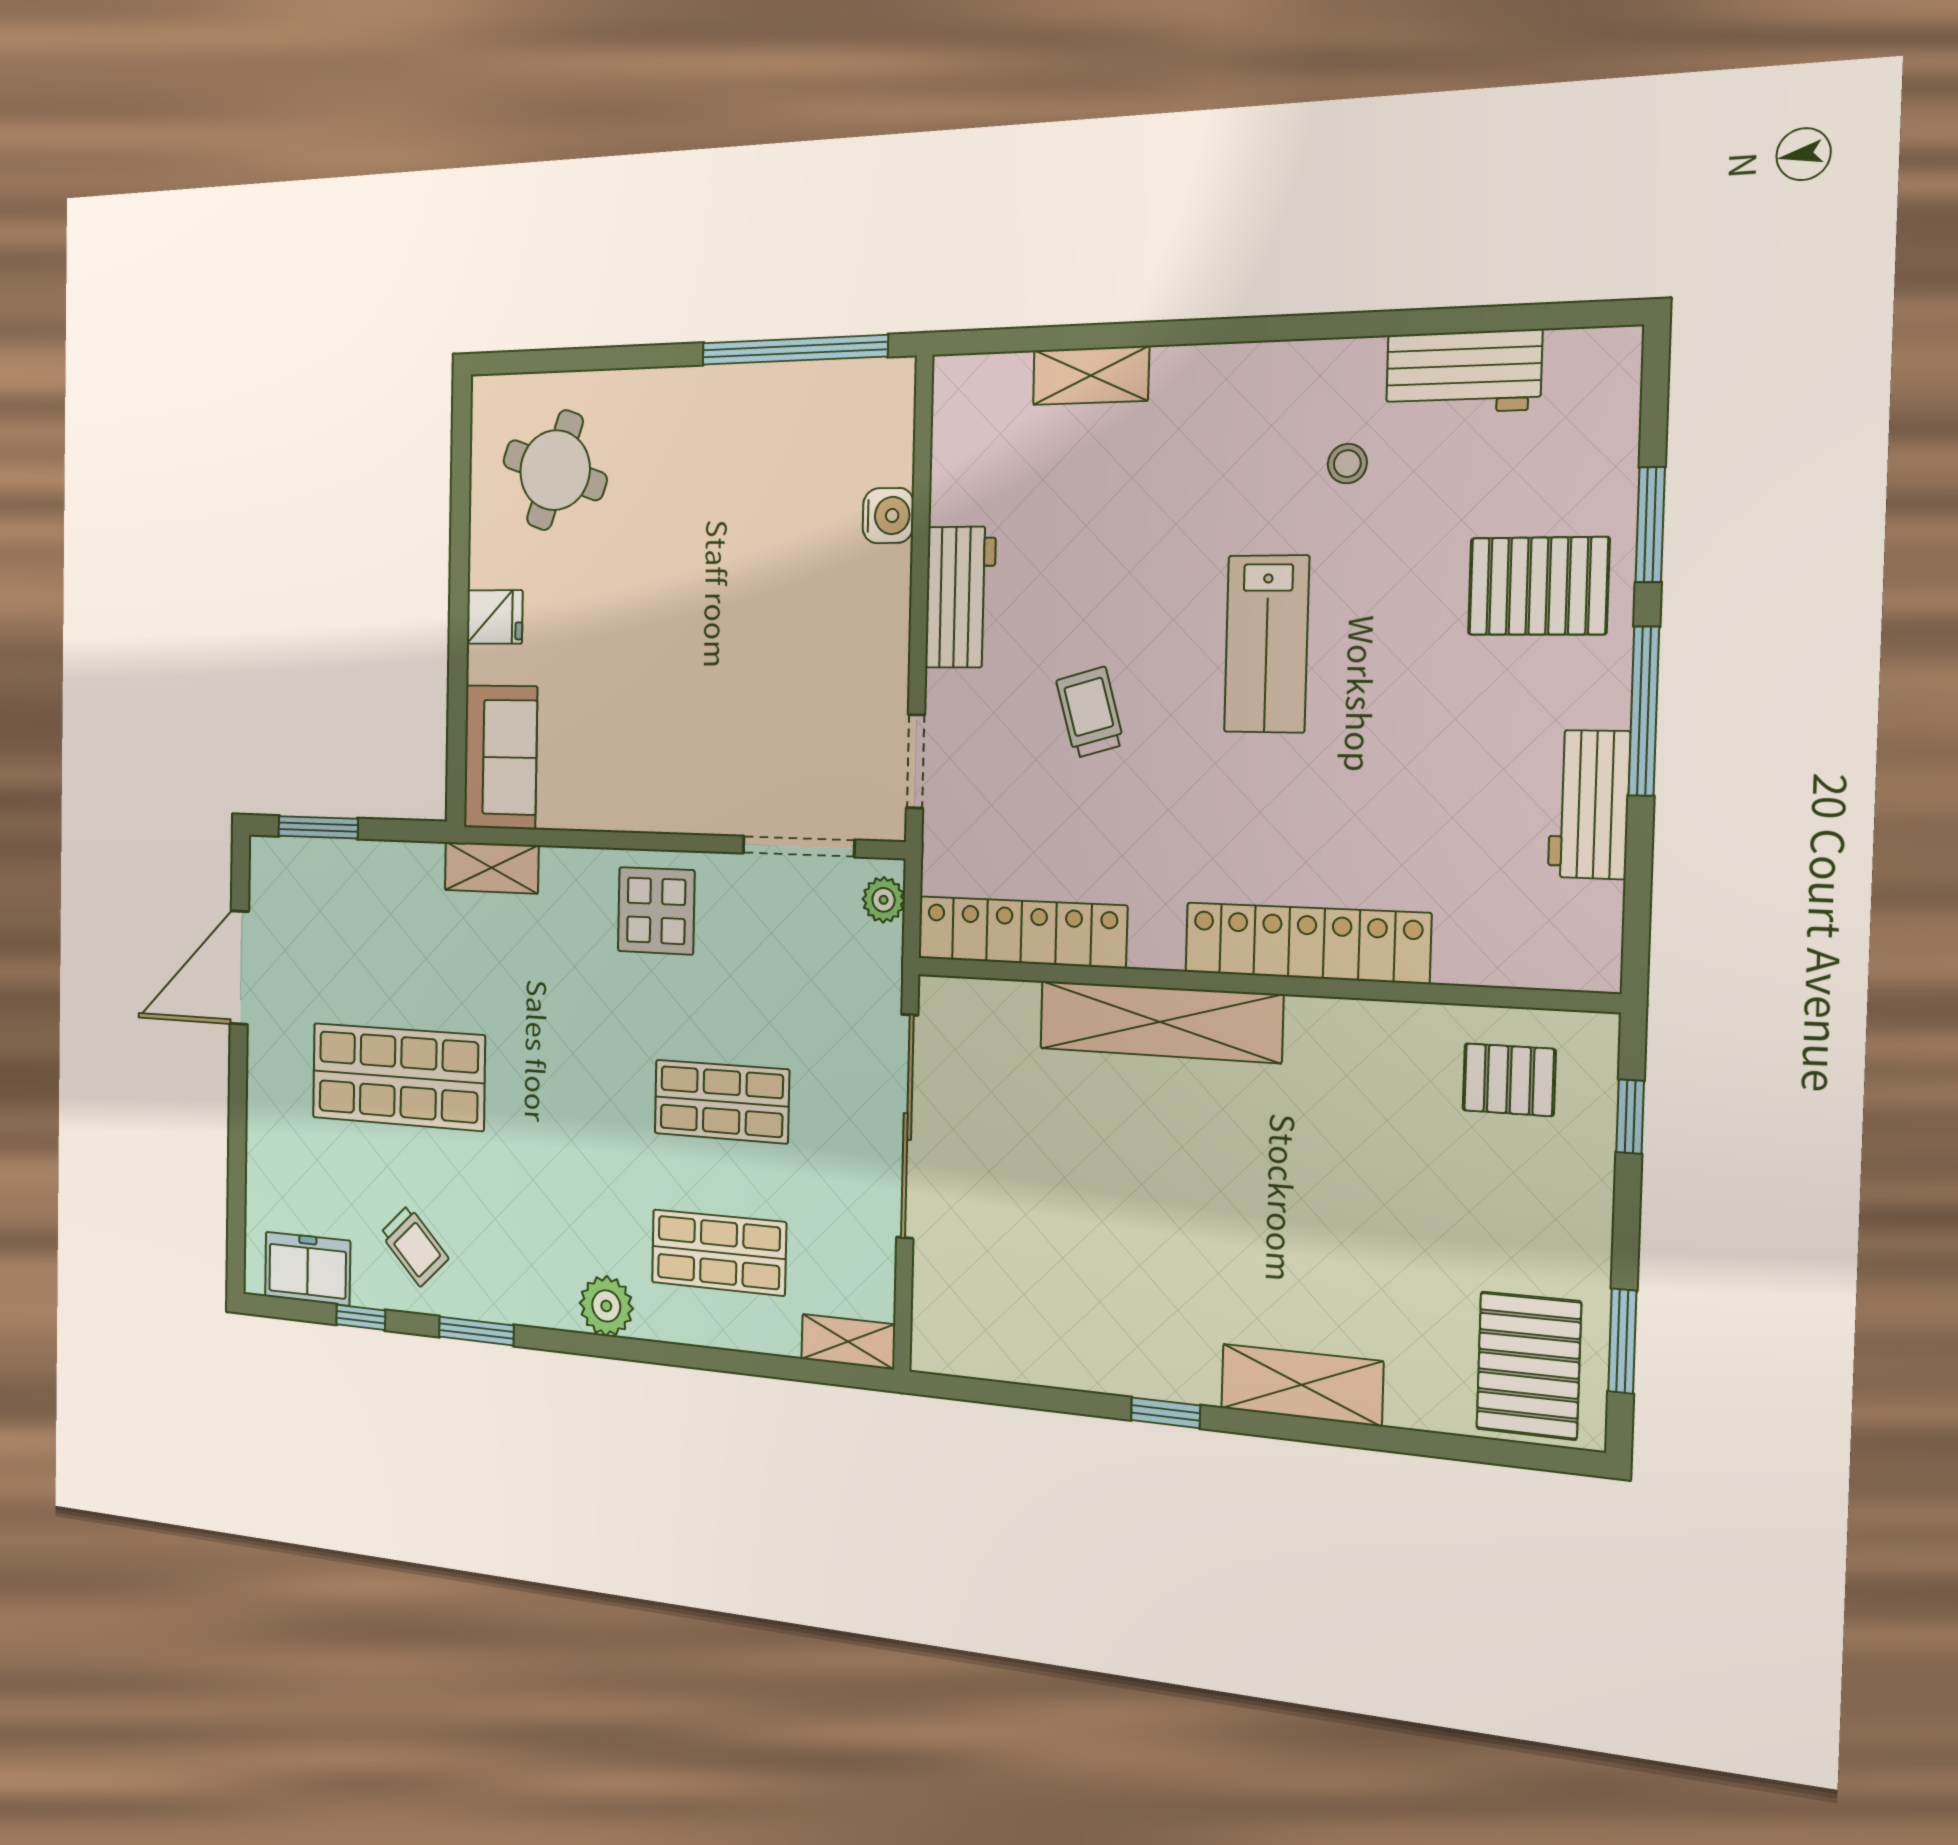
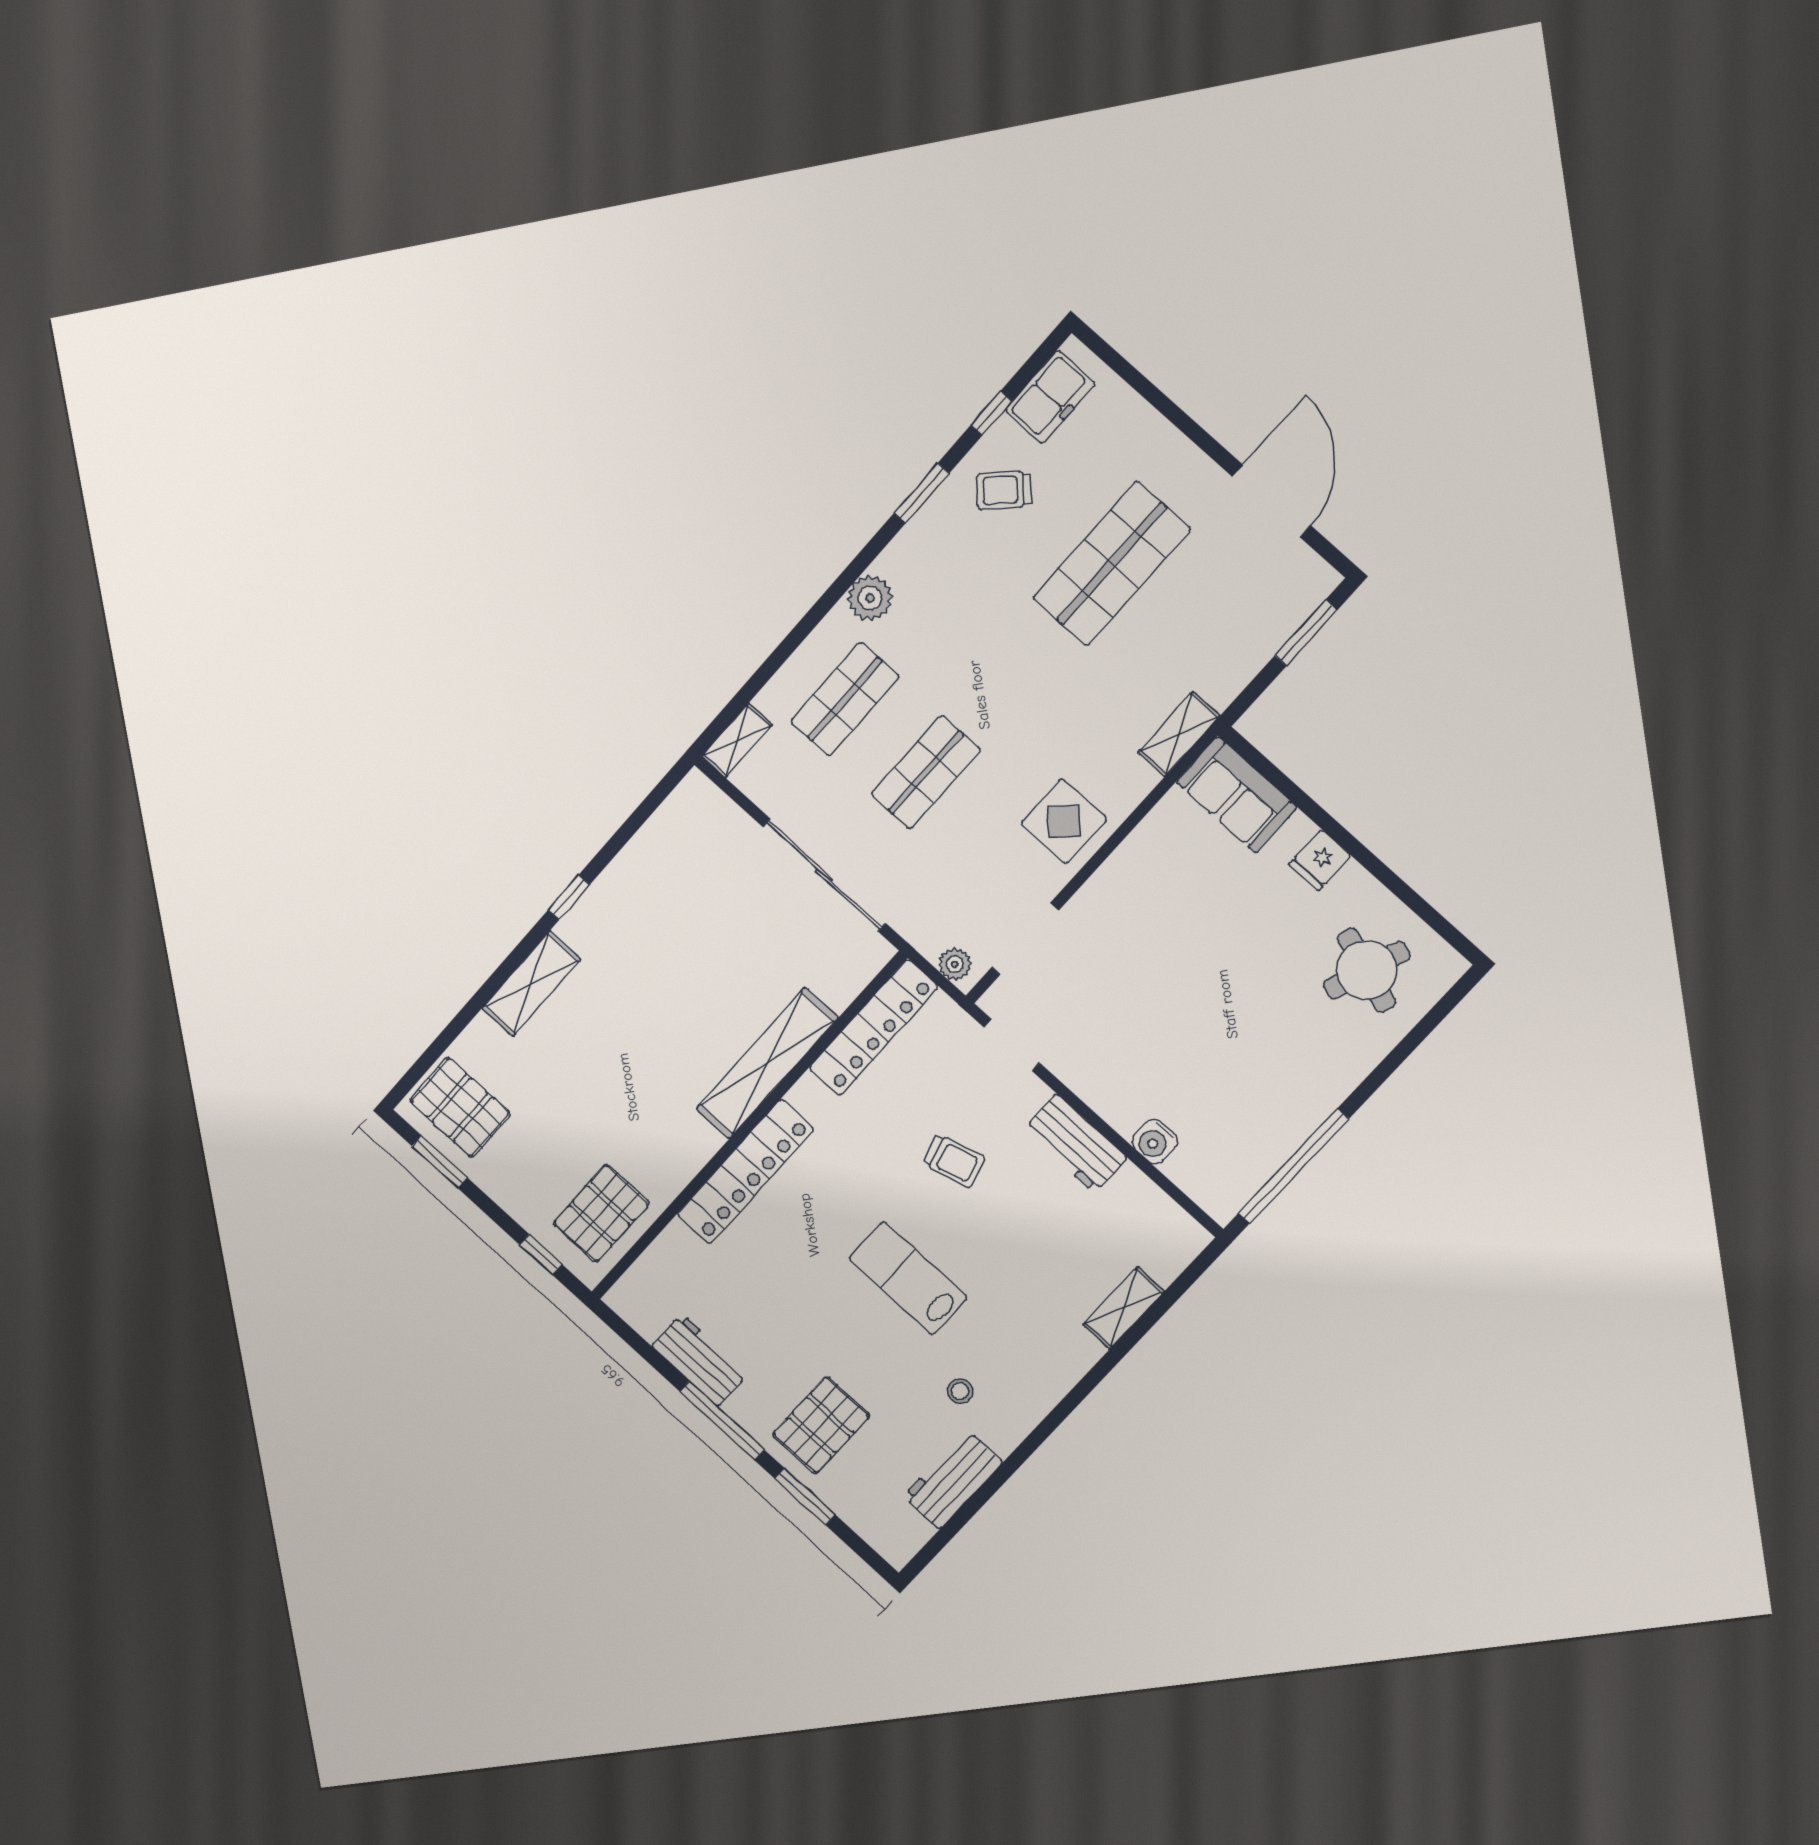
pallet: (1509, 1080) -> (601, 1213), width x1.50, depth x1.42

